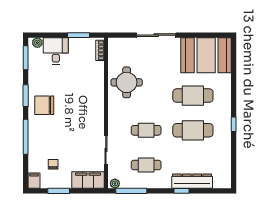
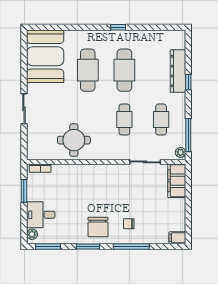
sliding door: (156, 35) -> (24, 109), width x0.73
chair: (53, 164) -> (129, 224), moved
window: (59, 191) -> (188, 212), removed

